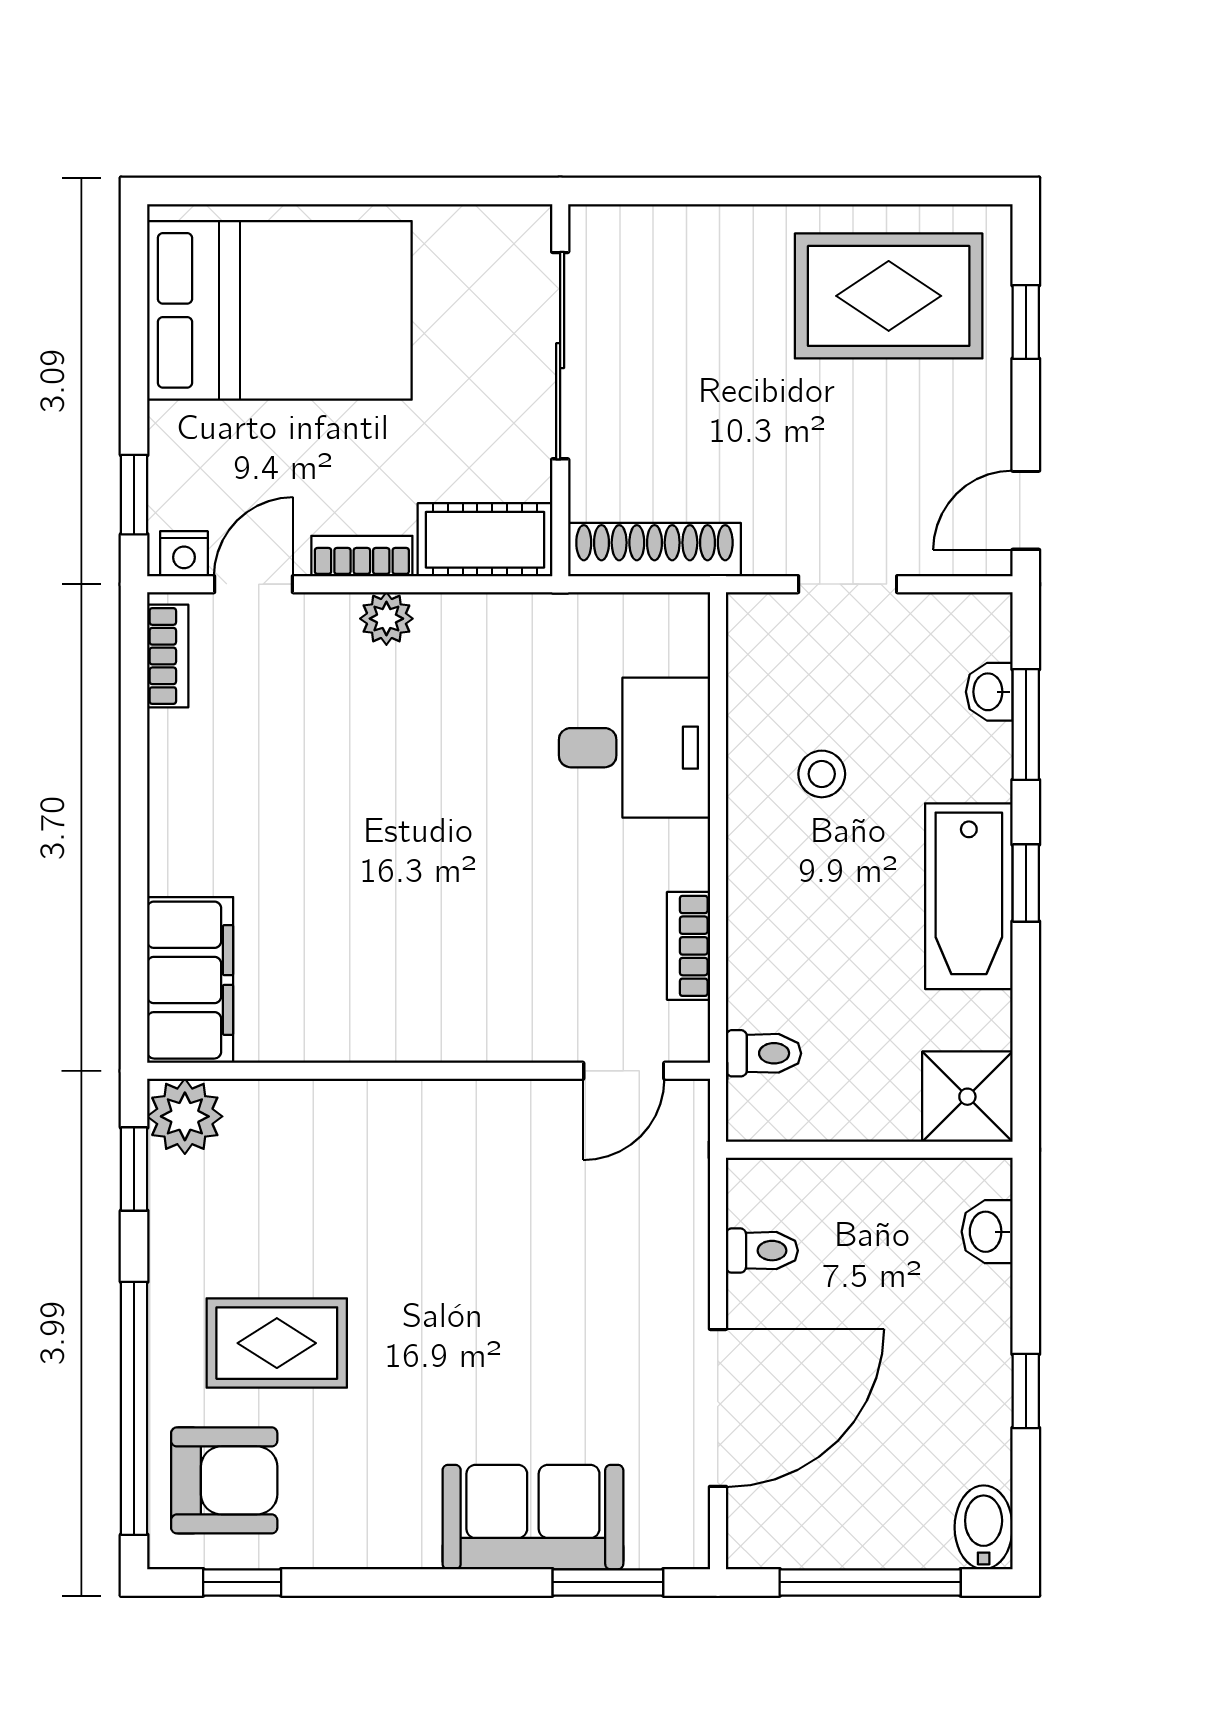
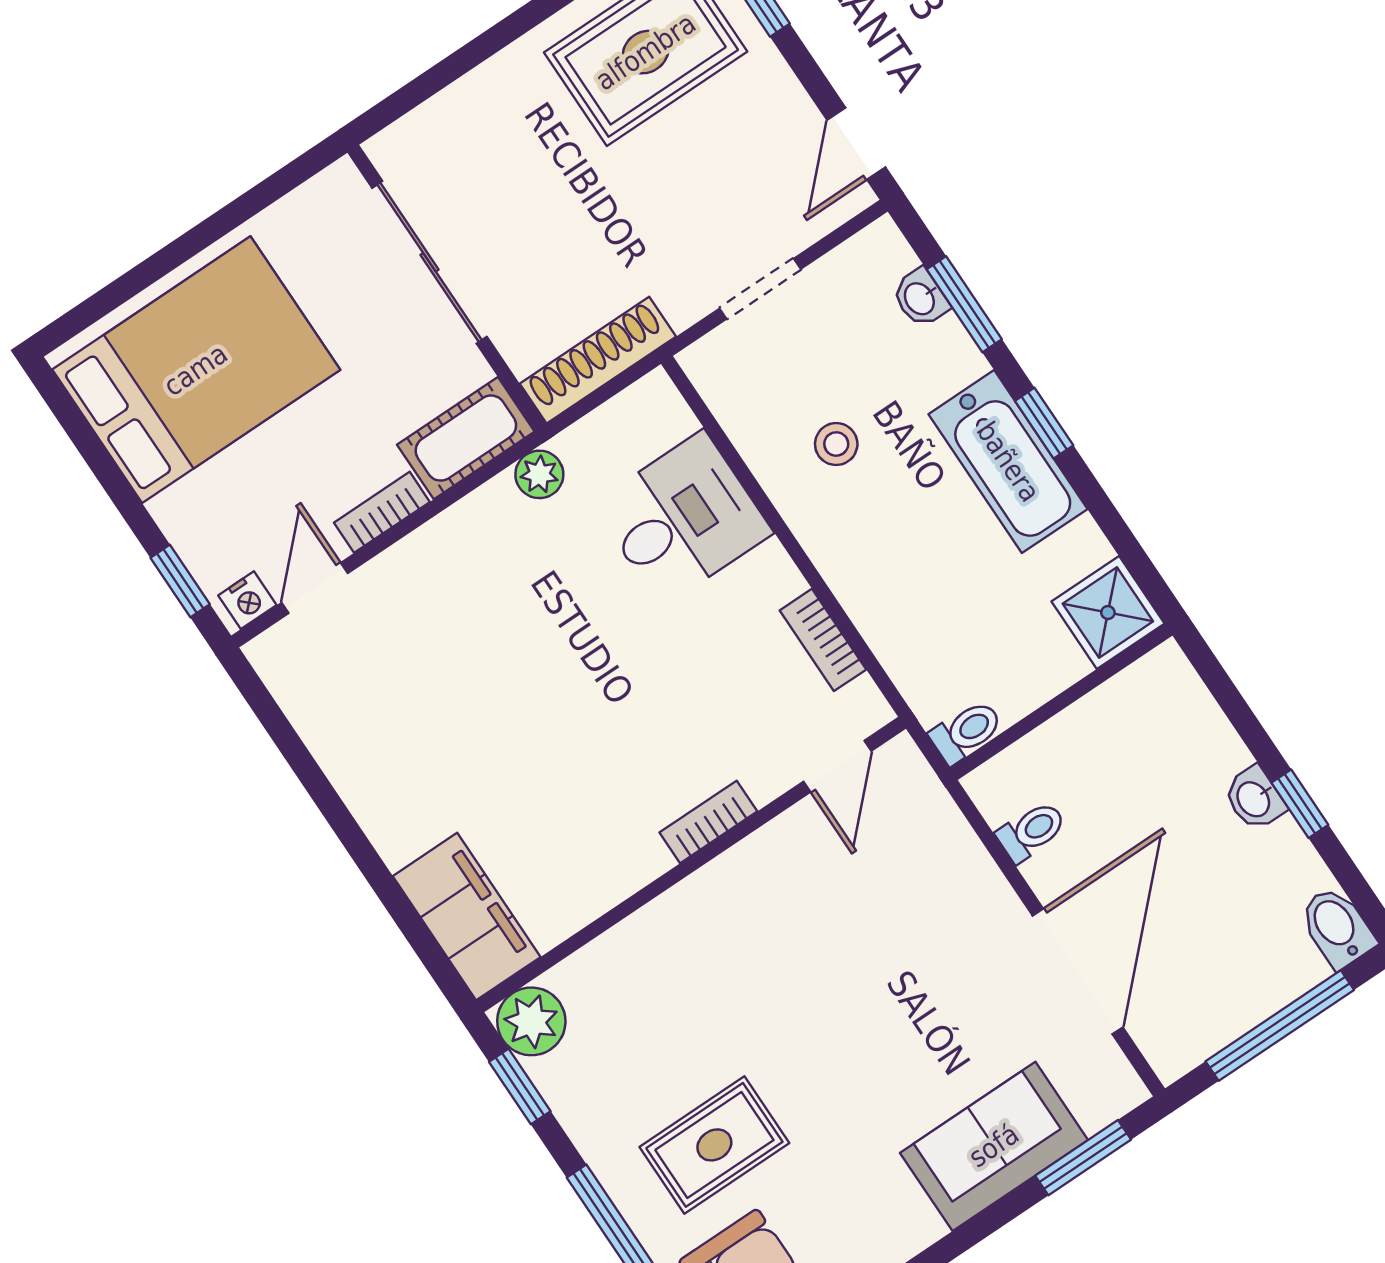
plant: (386, 619) -> (539, 474), moved
bookcase: (168, 656) -> (708, 822), moved, turned -90
toilet: (764, 1053) -> (966, 732), moved
washbasin: (987, 1232) -> (1254, 799), moved

